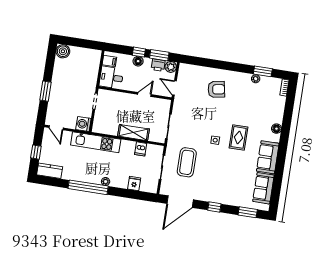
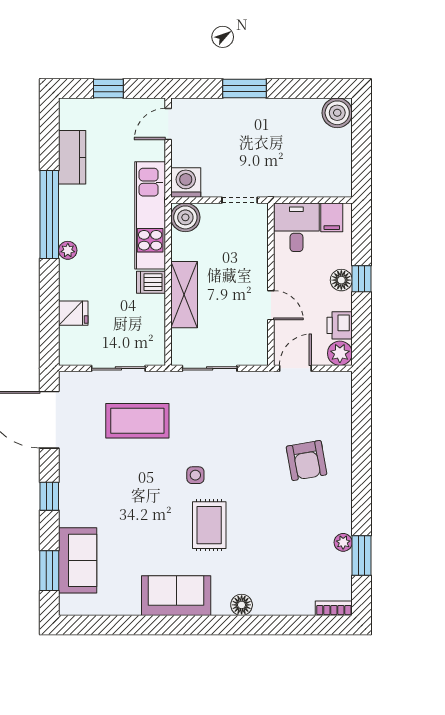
window: (159, 55) -> (362, 324), removed
boiler: (99, 127) -> (185, 217), added
rug: (239, 137) -> (209, 525), turned 90
dishwasher: (141, 149) -> (151, 282), moved
kitchen counter: (50, 171) -> (72, 157), moved
sofa: (263, 188) -> (78, 560), moved, turned 90

